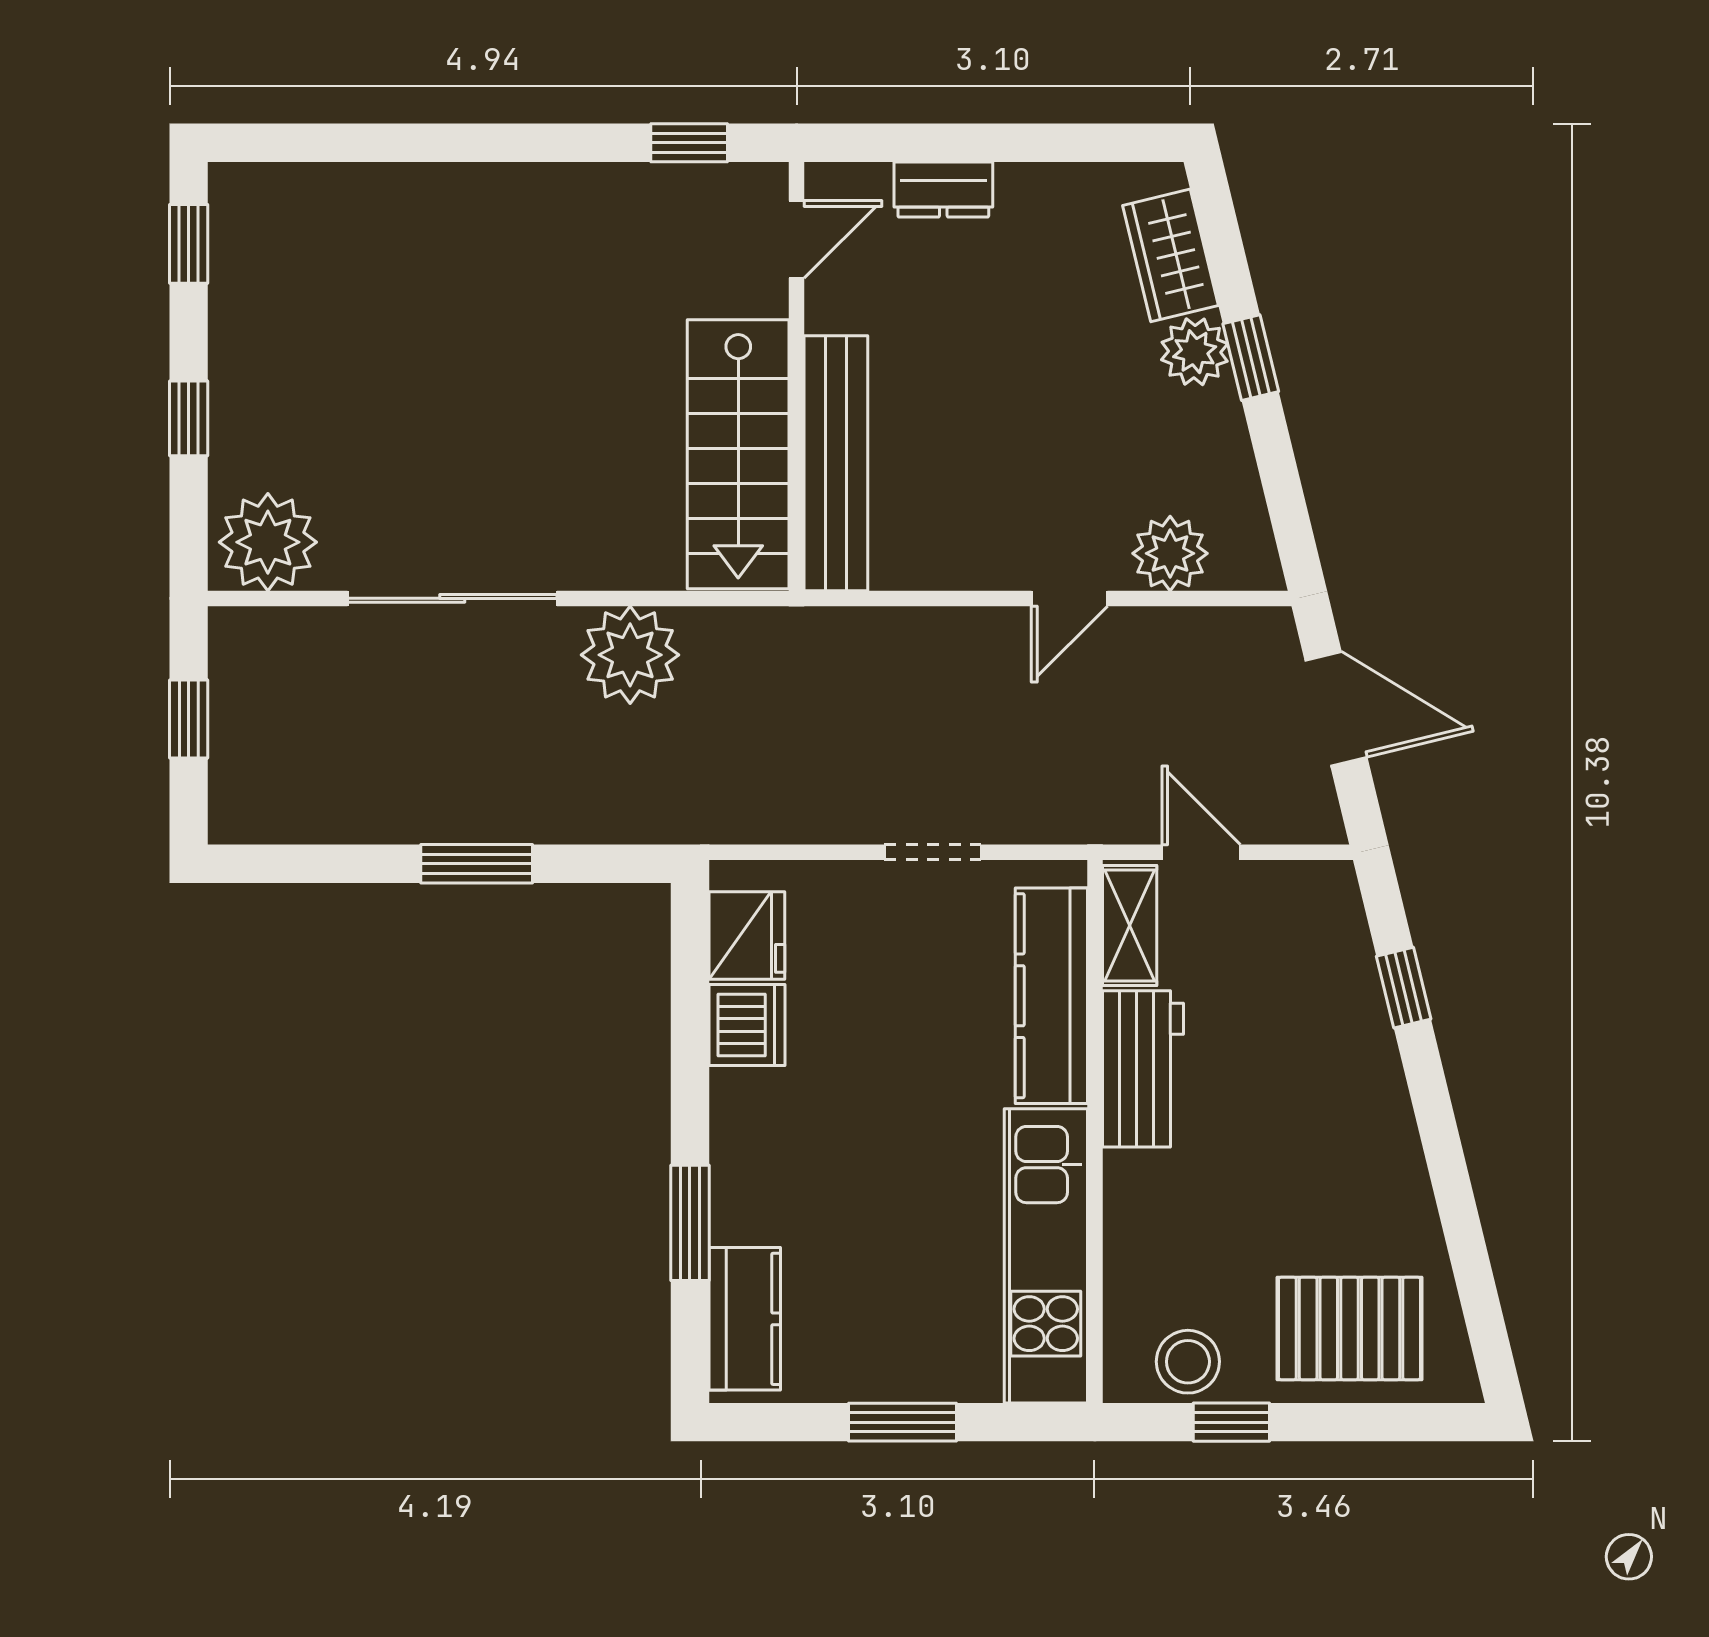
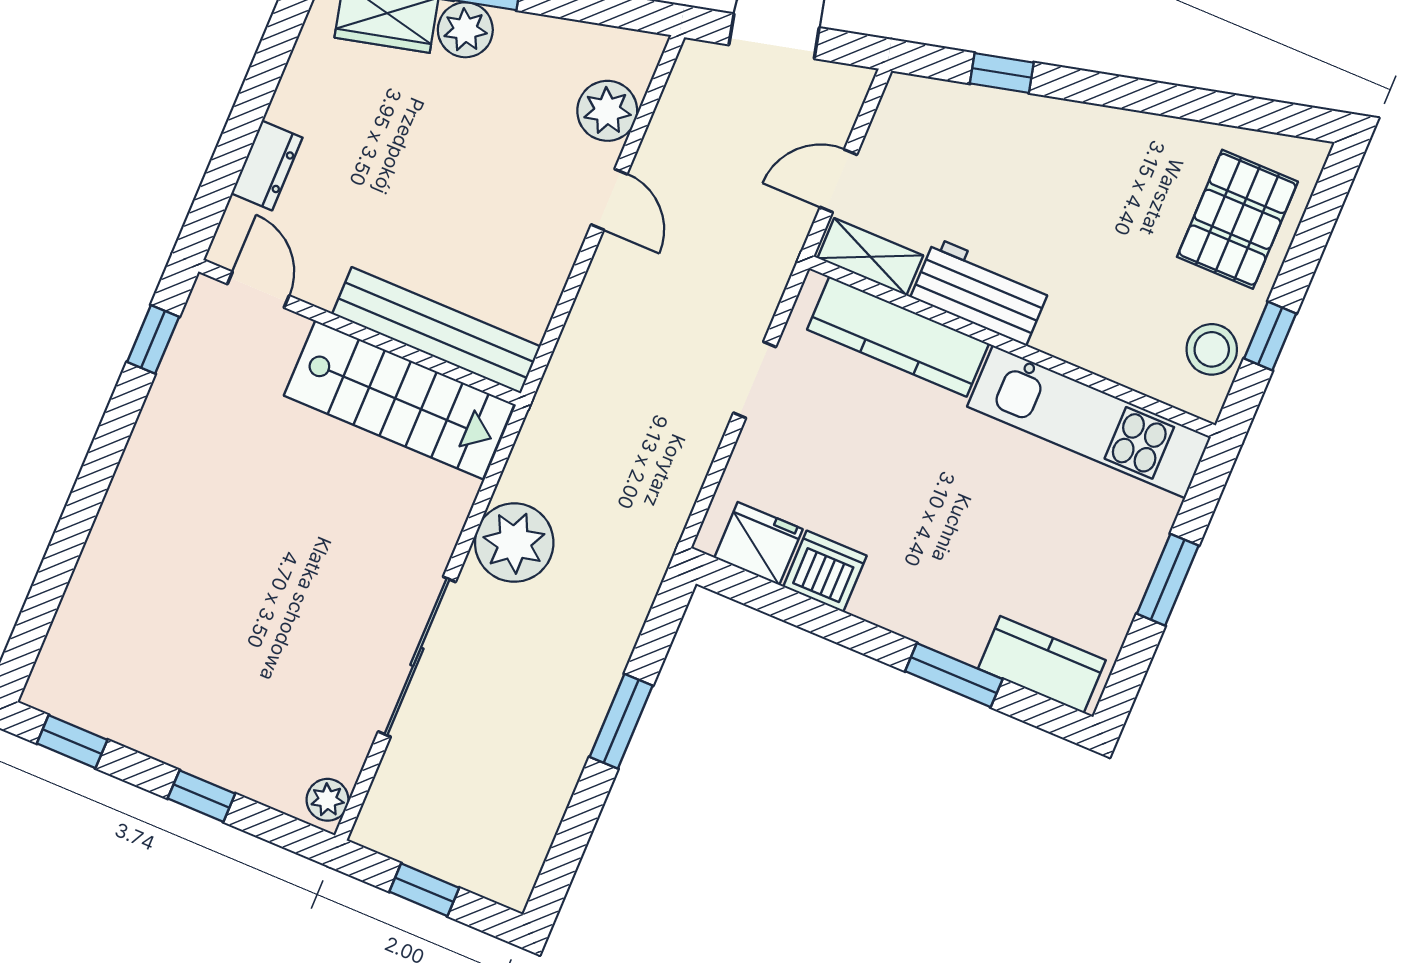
plant: (268, 542) -> (328, 800), width x0.53, depth x0.53

